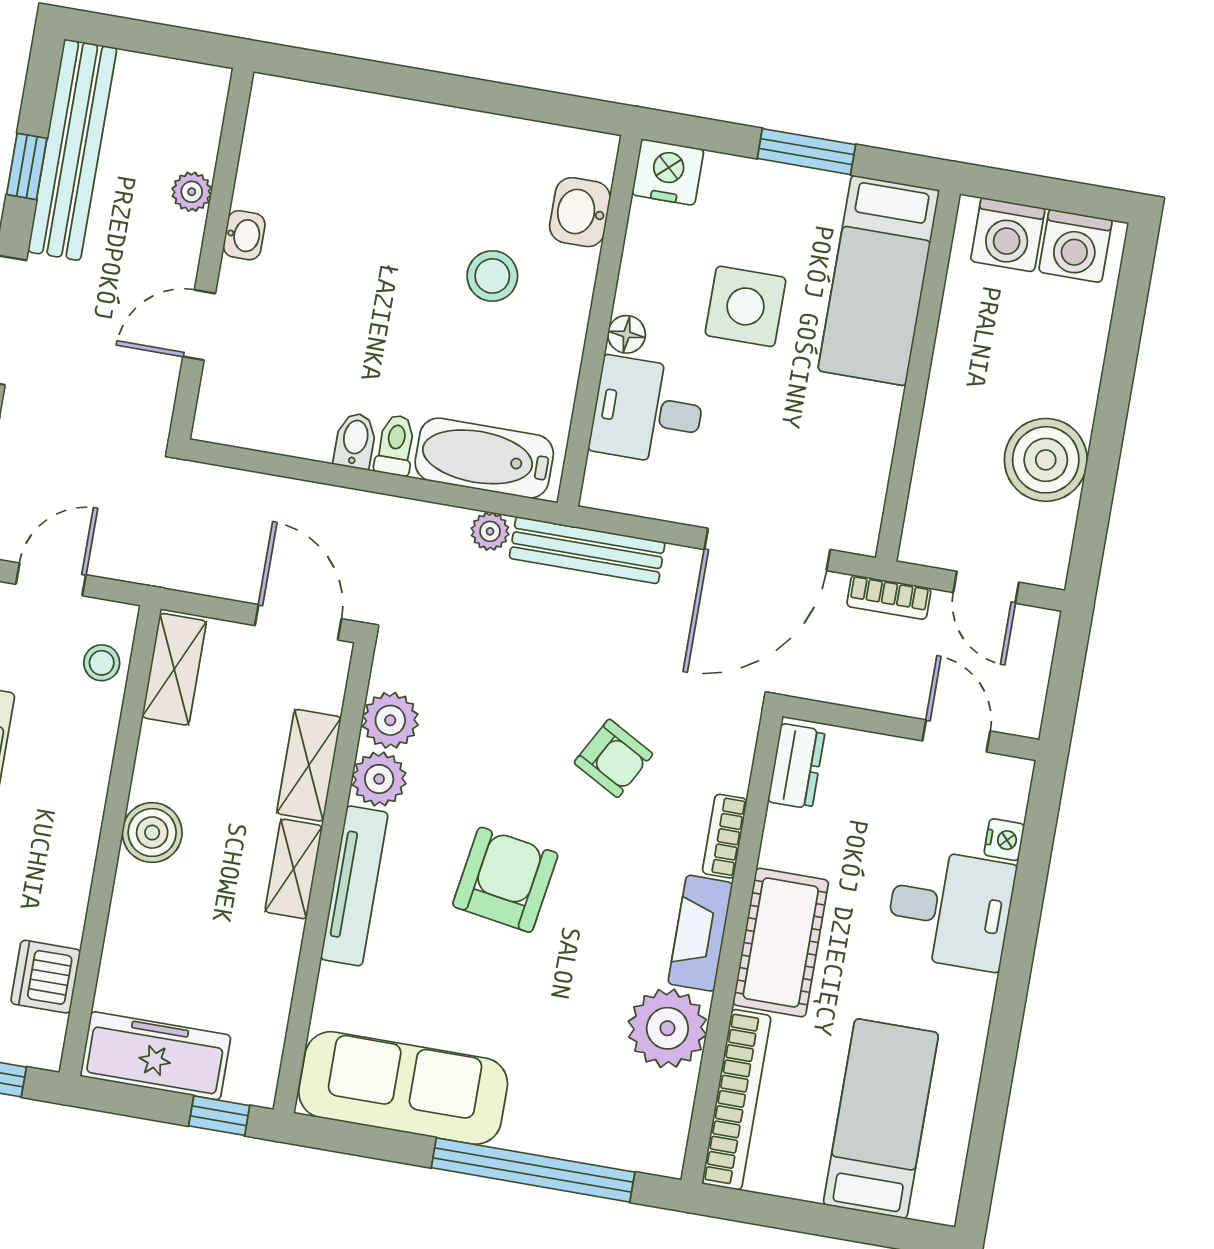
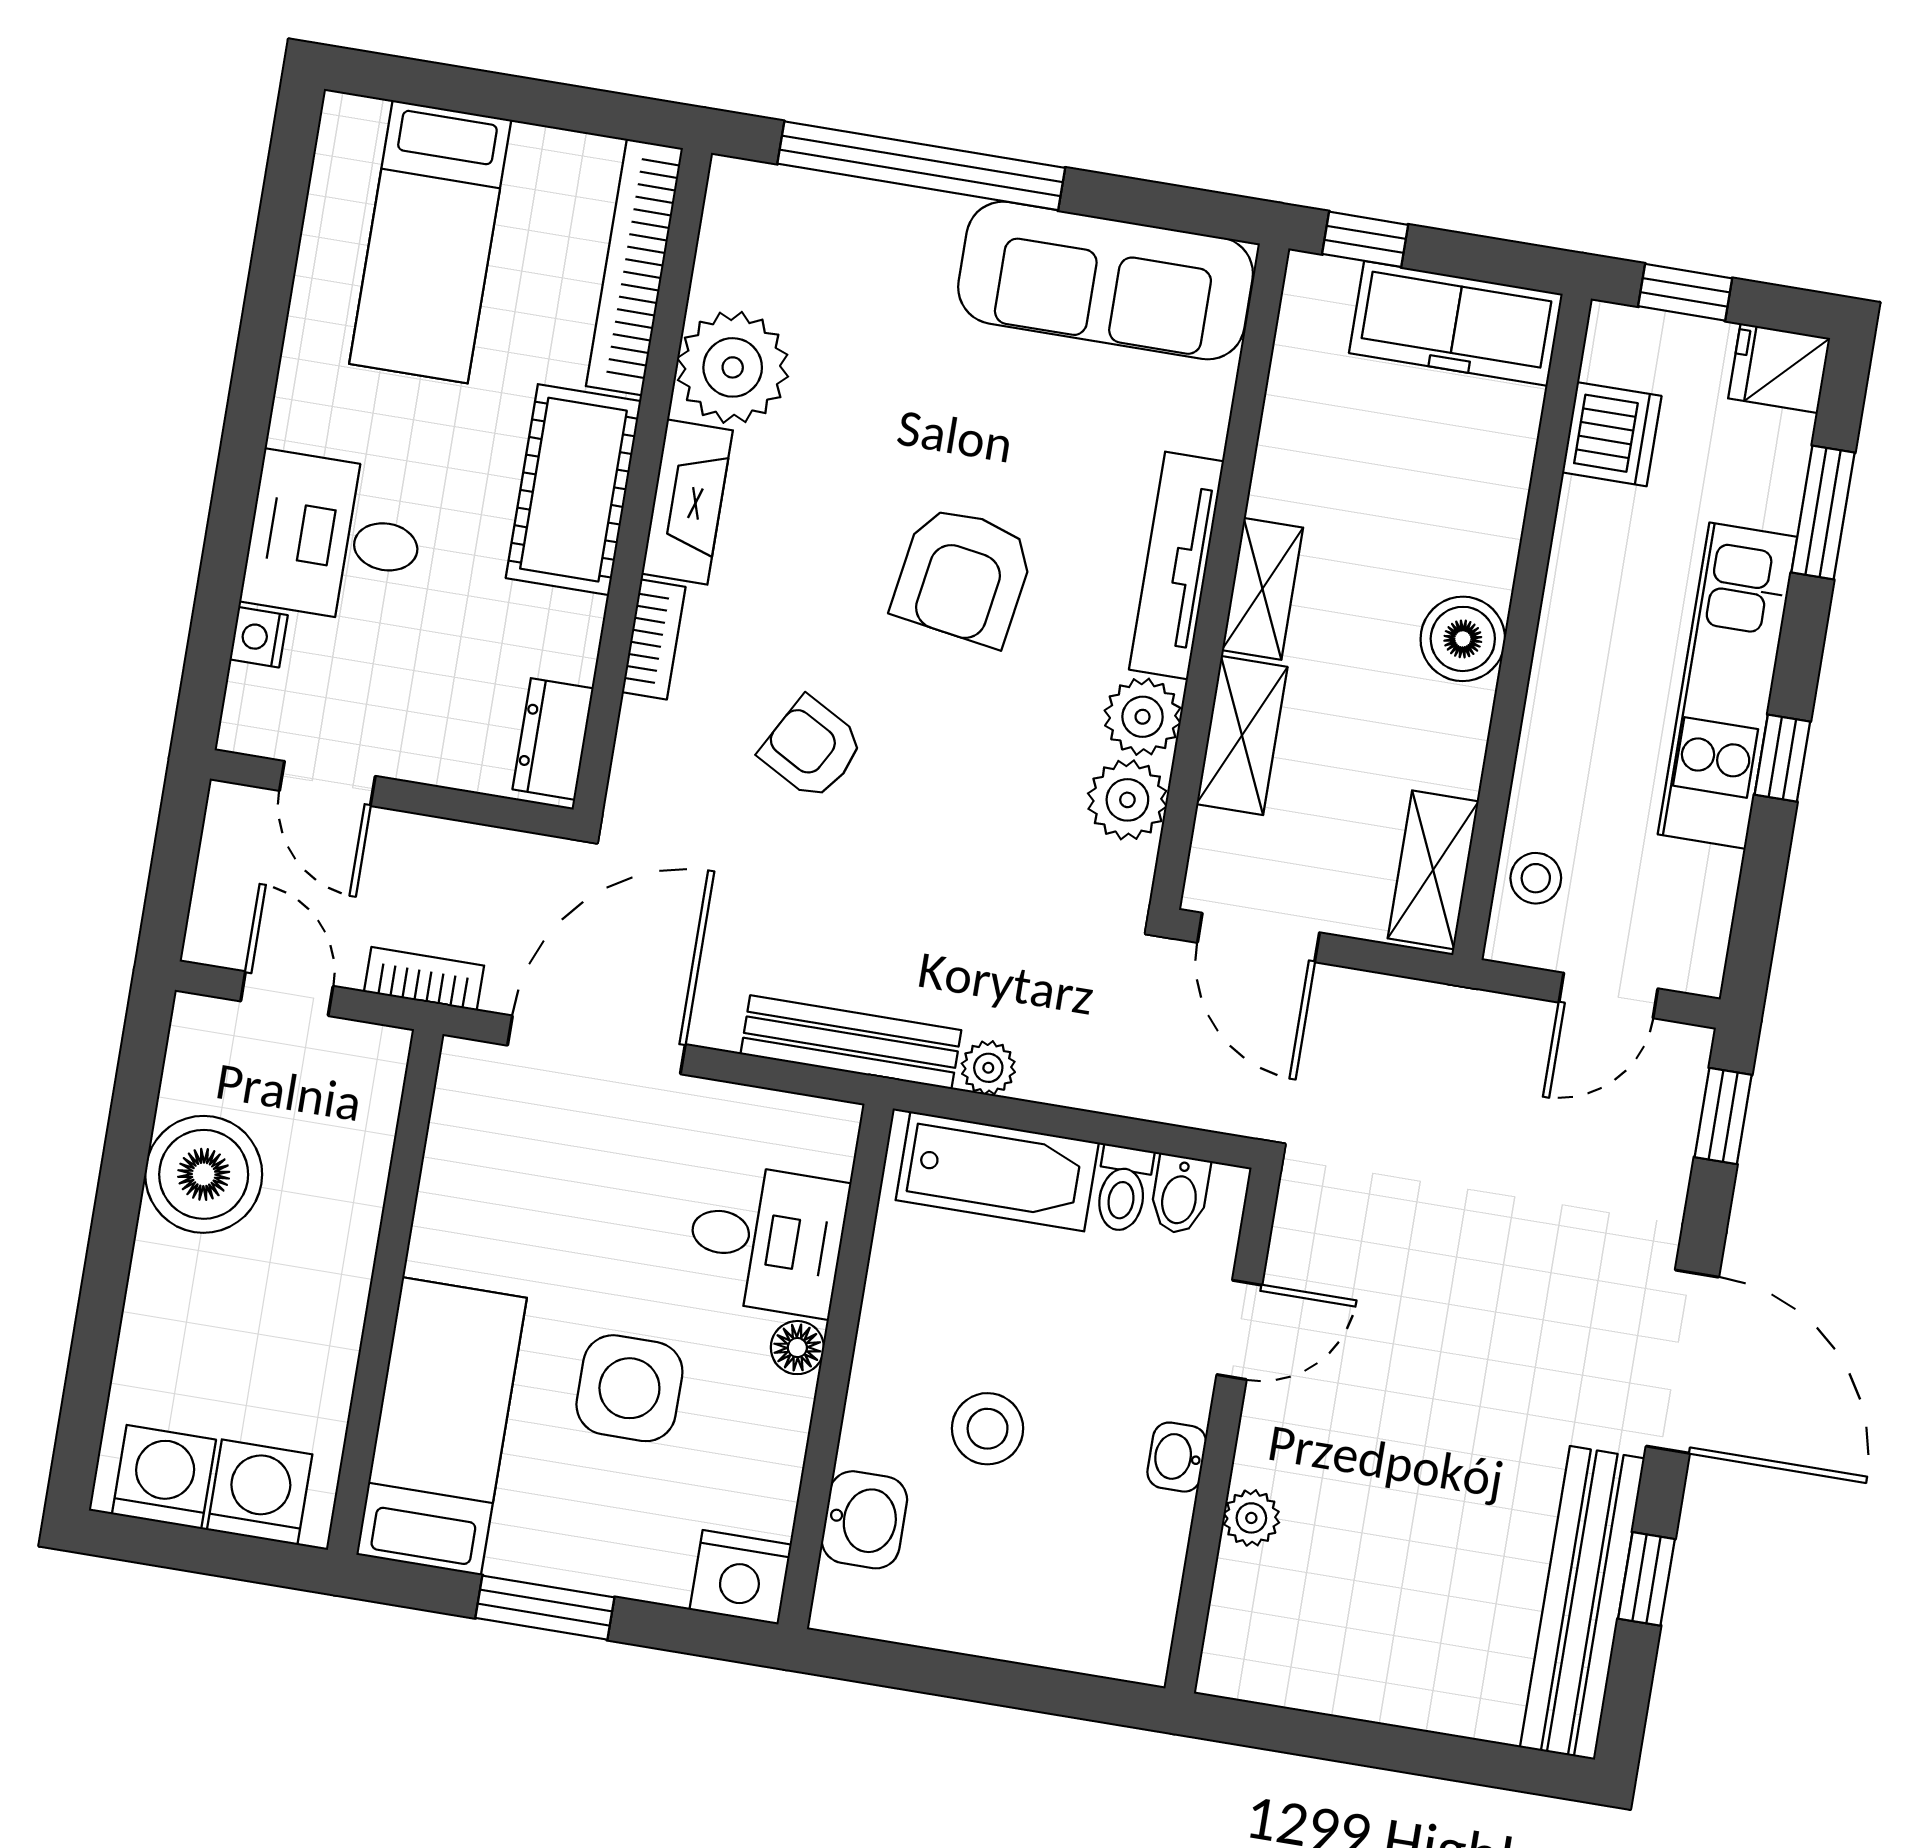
plant: (192, 192) -> (1251, 1518), moved
washbasin: (244, 235) -> (1177, 1457), moved
wall: (212, 254) -> (1223, 1431), moved
door: (199, 325) -> (1239, 1330), moved

